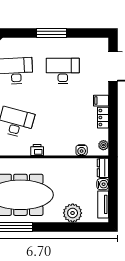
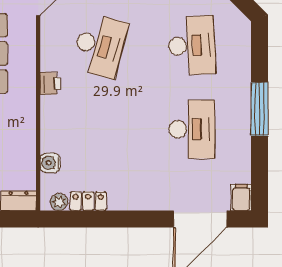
filing cabinet: (101, 101) -> (241, 197), moved
locker: (103, 118) -> (88, 201), moved

